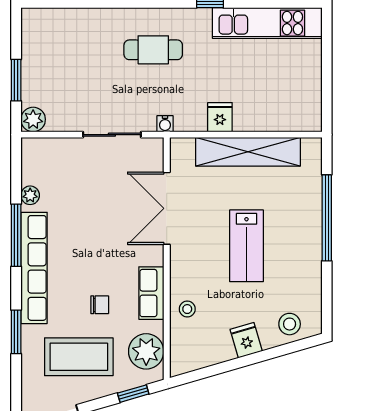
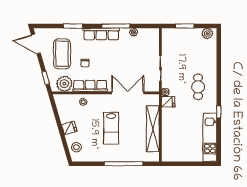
fridge: (220, 117) -> (168, 102), moved
plant: (33, 119) -> (207, 34), moved
lab bench: (246, 246) -> (111, 128), turned -90
row of seats: (34, 268) -> (101, 34), width x0.73
row of seats: (151, 293) -> (90, 86), width x1.48

